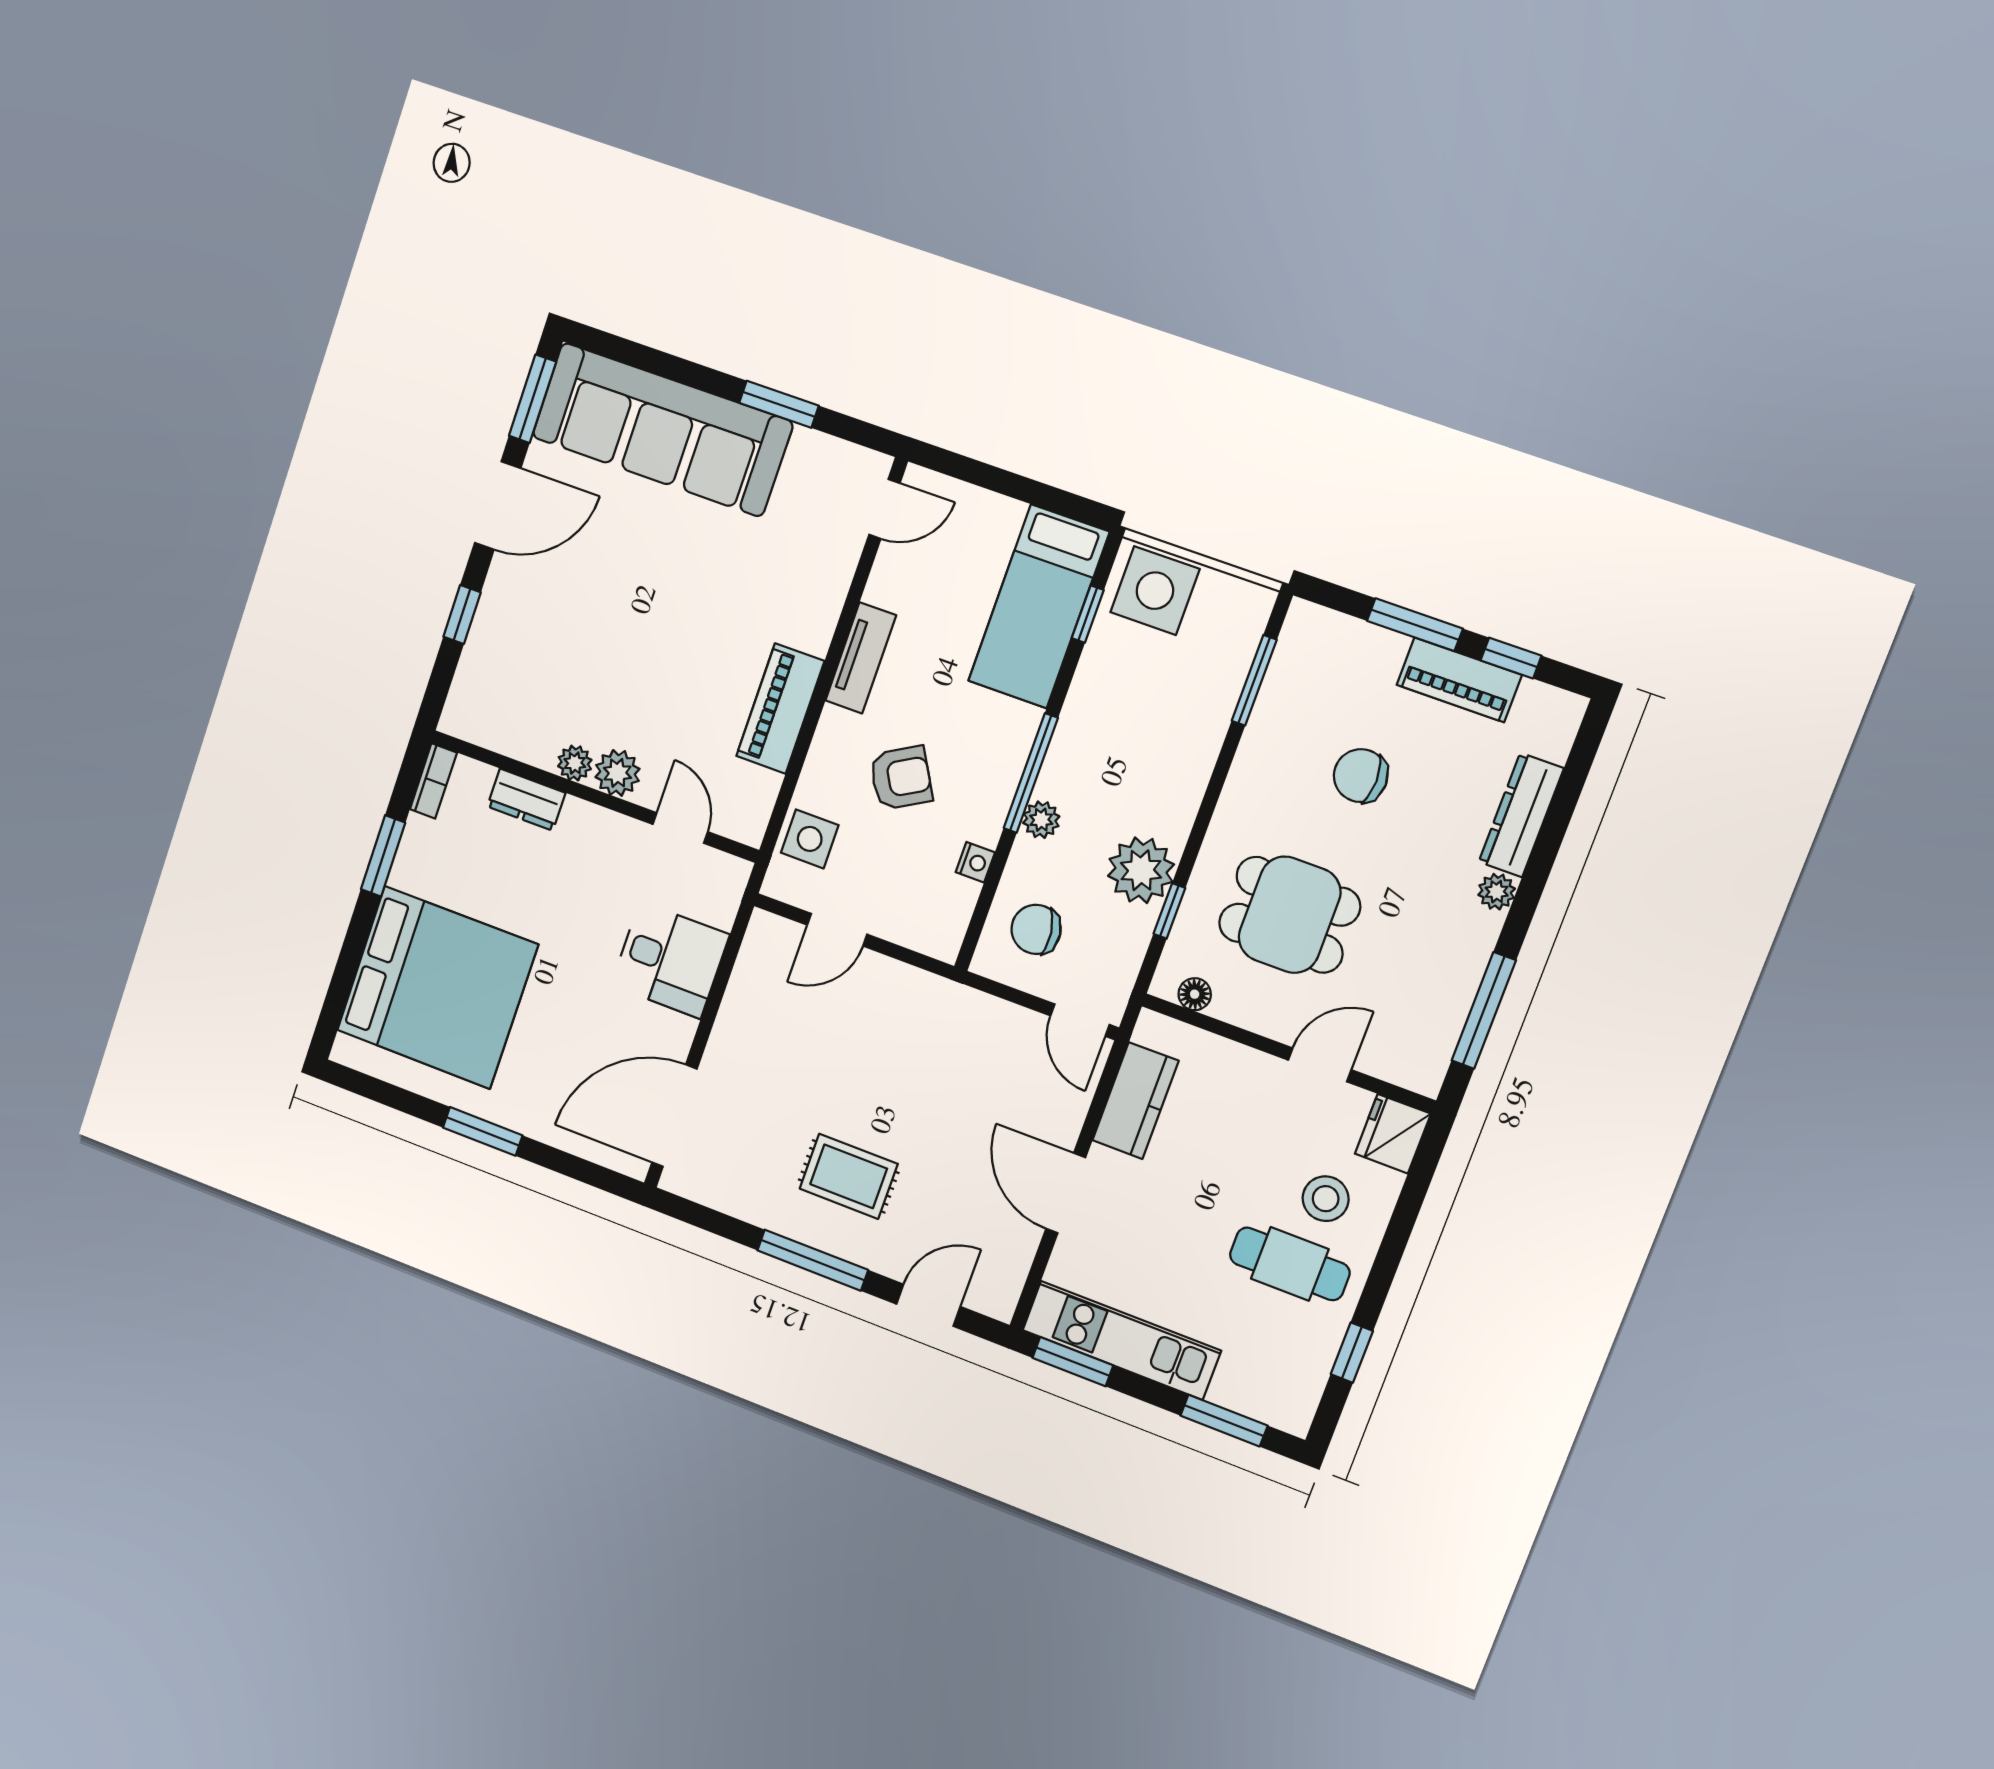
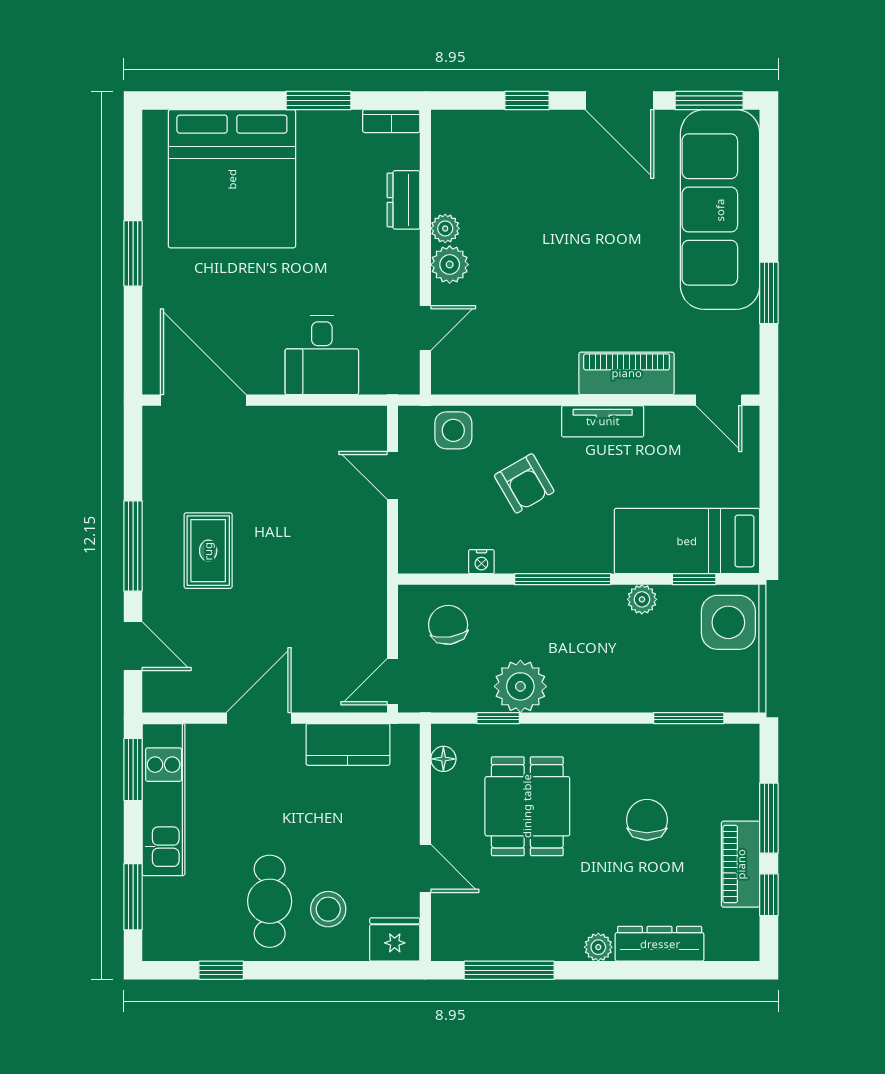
piano: (780, 709) -> (627, 373), moved
plant: (1041, 820) -> (642, 599), moved

